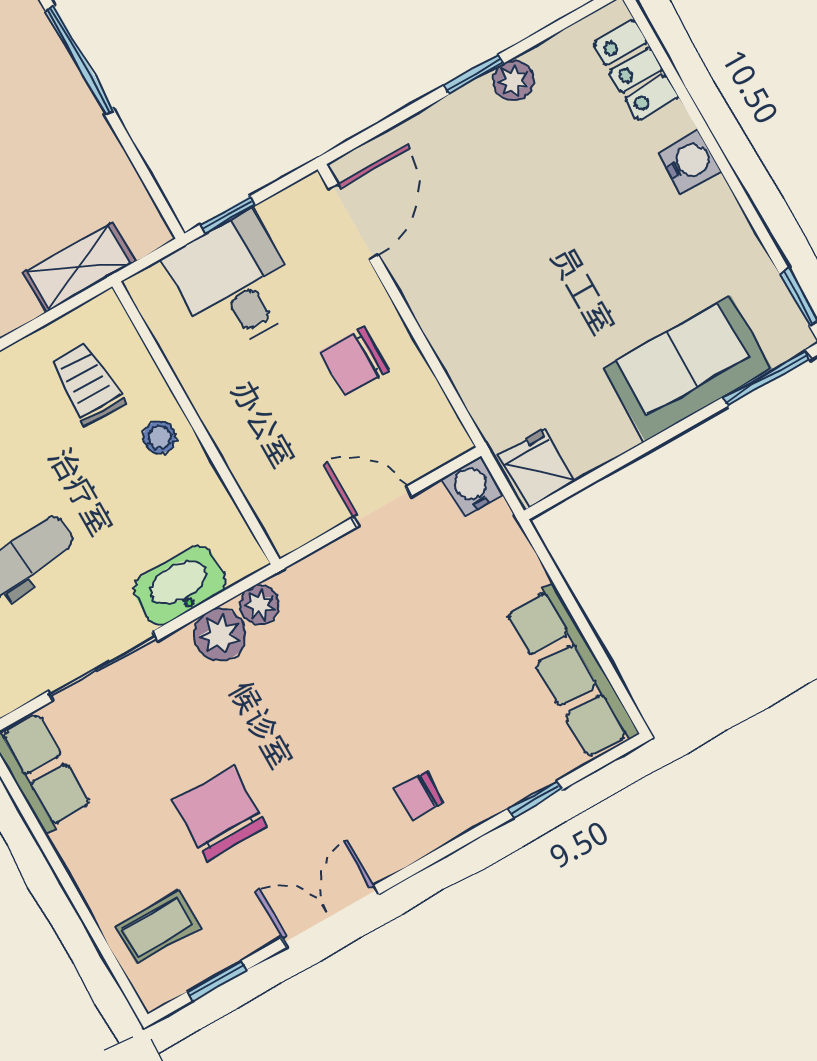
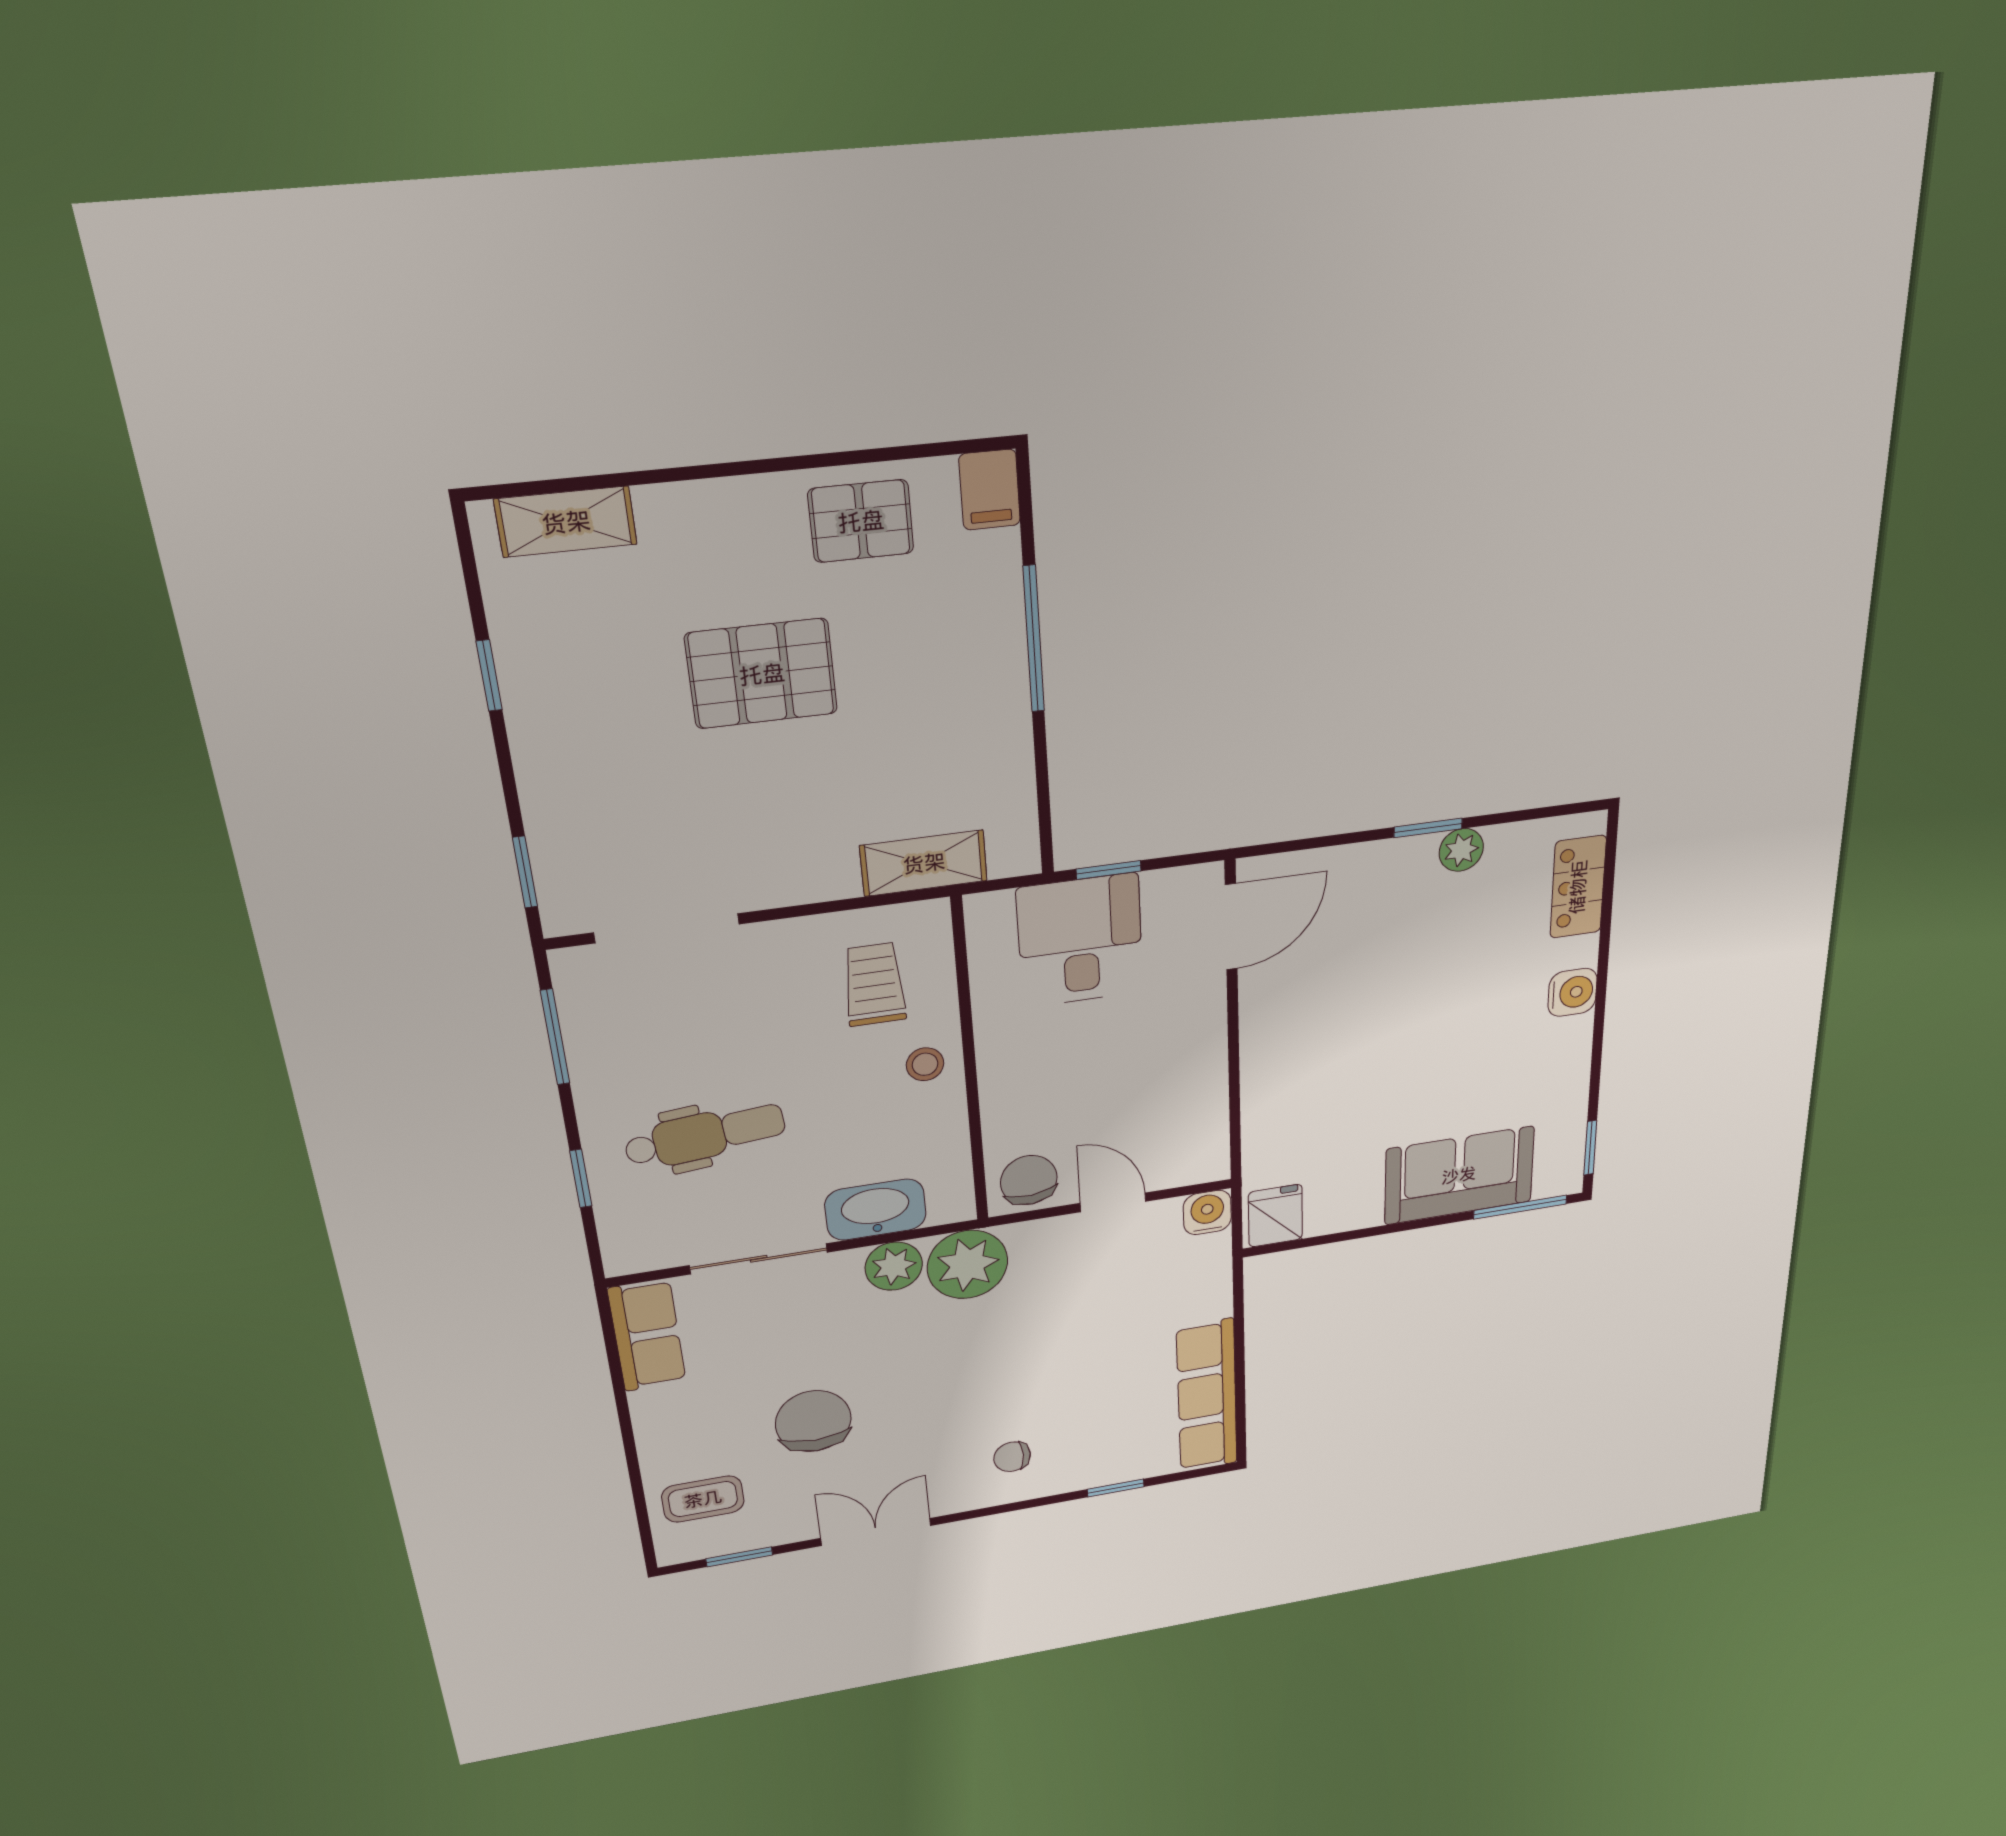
chair: (354, 361) -> (1029, 1180), moved, turned 85
plant: (260, 605) -> (967, 1265), width x1.88, depth x1.88

